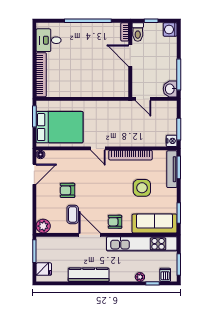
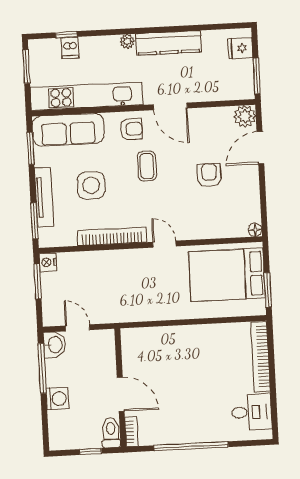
washing machine: (170, 29) -> (57, 399), moved
door: (143, 99) -> (78, 328), moved
tv unit: (172, 169) -> (44, 197), moved
door: (34, 174) -> (260, 148), moved
armchair: (68, 190) -> (209, 175), turned -90
coffee table: (73, 214) -> (147, 166), moved
dishwasher: (165, 275) -> (70, 48), moved
plant: (140, 277) -> (127, 41), moved

